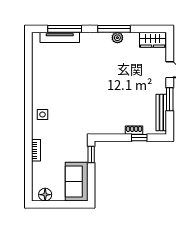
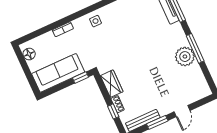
plant: (117, 38) -> (185, 57), width x1.88, depth x1.88
wardrobe: (153, 40) -> (112, 84), moved, turned 180
sofa: (77, 182) -> (58, 73), width x1.36

